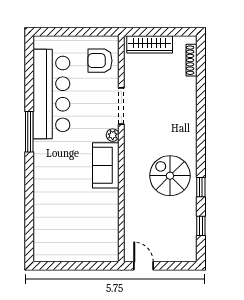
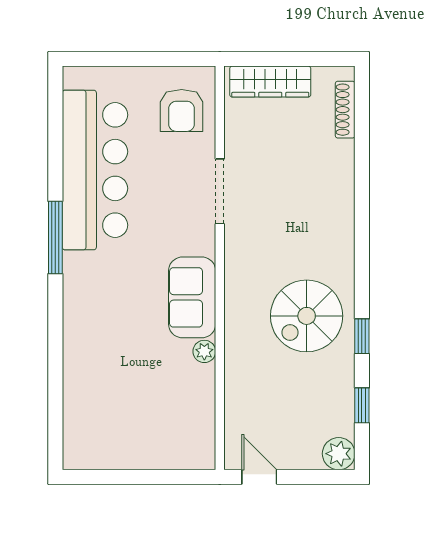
armchair: (100, 61) -> (182, 110), turned -90
plant: (113, 135) -> (204, 351), moved
spiral stairs: (170, 176) -> (307, 316), turned -90
plant: (188, 253) -> (339, 454), added

